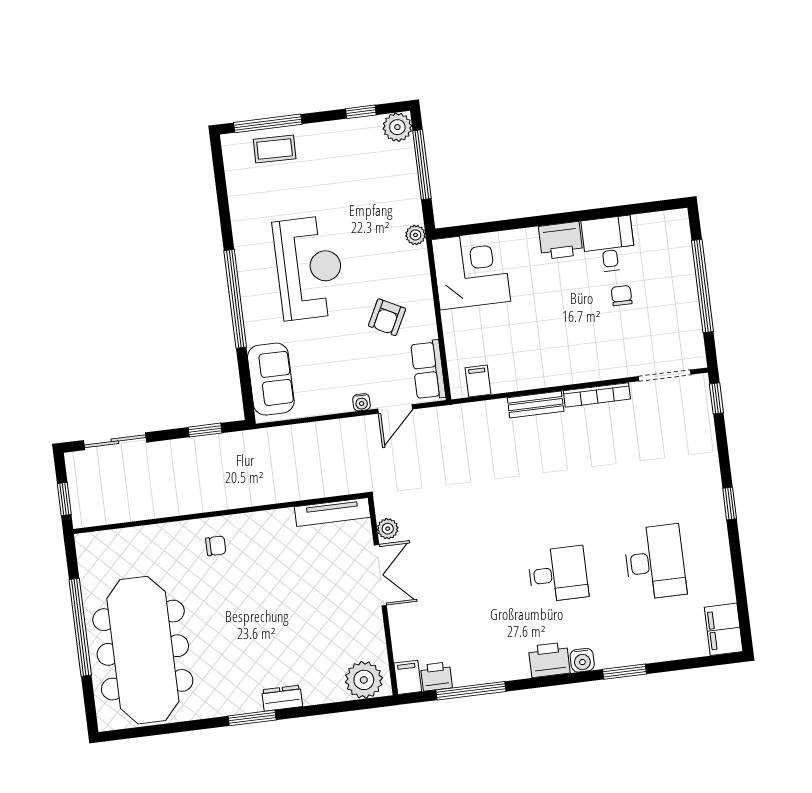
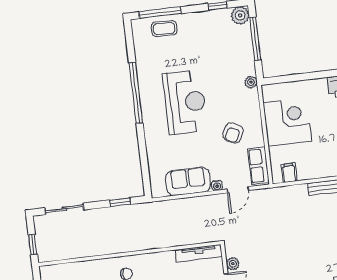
corner desk: (471, 270) -> (287, 122), moved
window: (235, 299) -> (136, 93), moved
sofa: (271, 379) -> (188, 181), moved, turned -90

